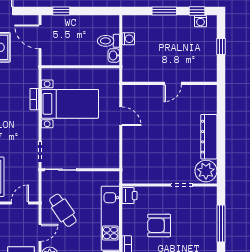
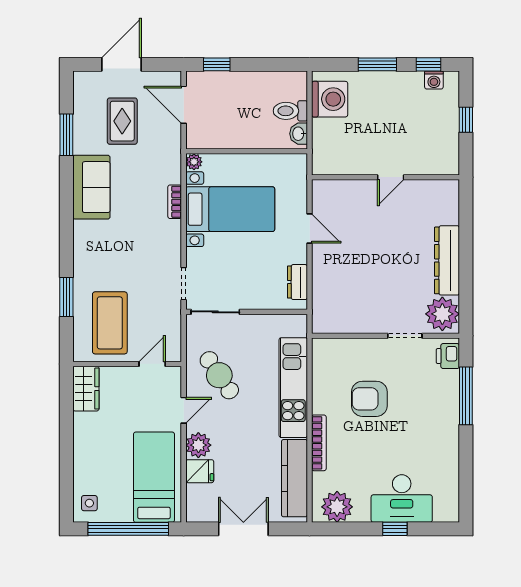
washing machine: (128, 39) -> (330, 99), width x1.89, depth x1.89
plant: (47, 73) -> (194, 162), added
dresser: (113, 151) -> (297, 282), added
printer: (130, 196) -> (448, 356), moved, turned 180

